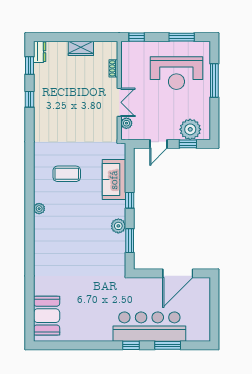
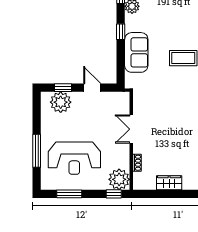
reception desk: (176, 73) -> (74, 158), turned 180
plant: (126, 123) -> (119, 179), moved, width x1.87, depth x1.87
door: (158, 144) -> (92, 88), hinge flipped

